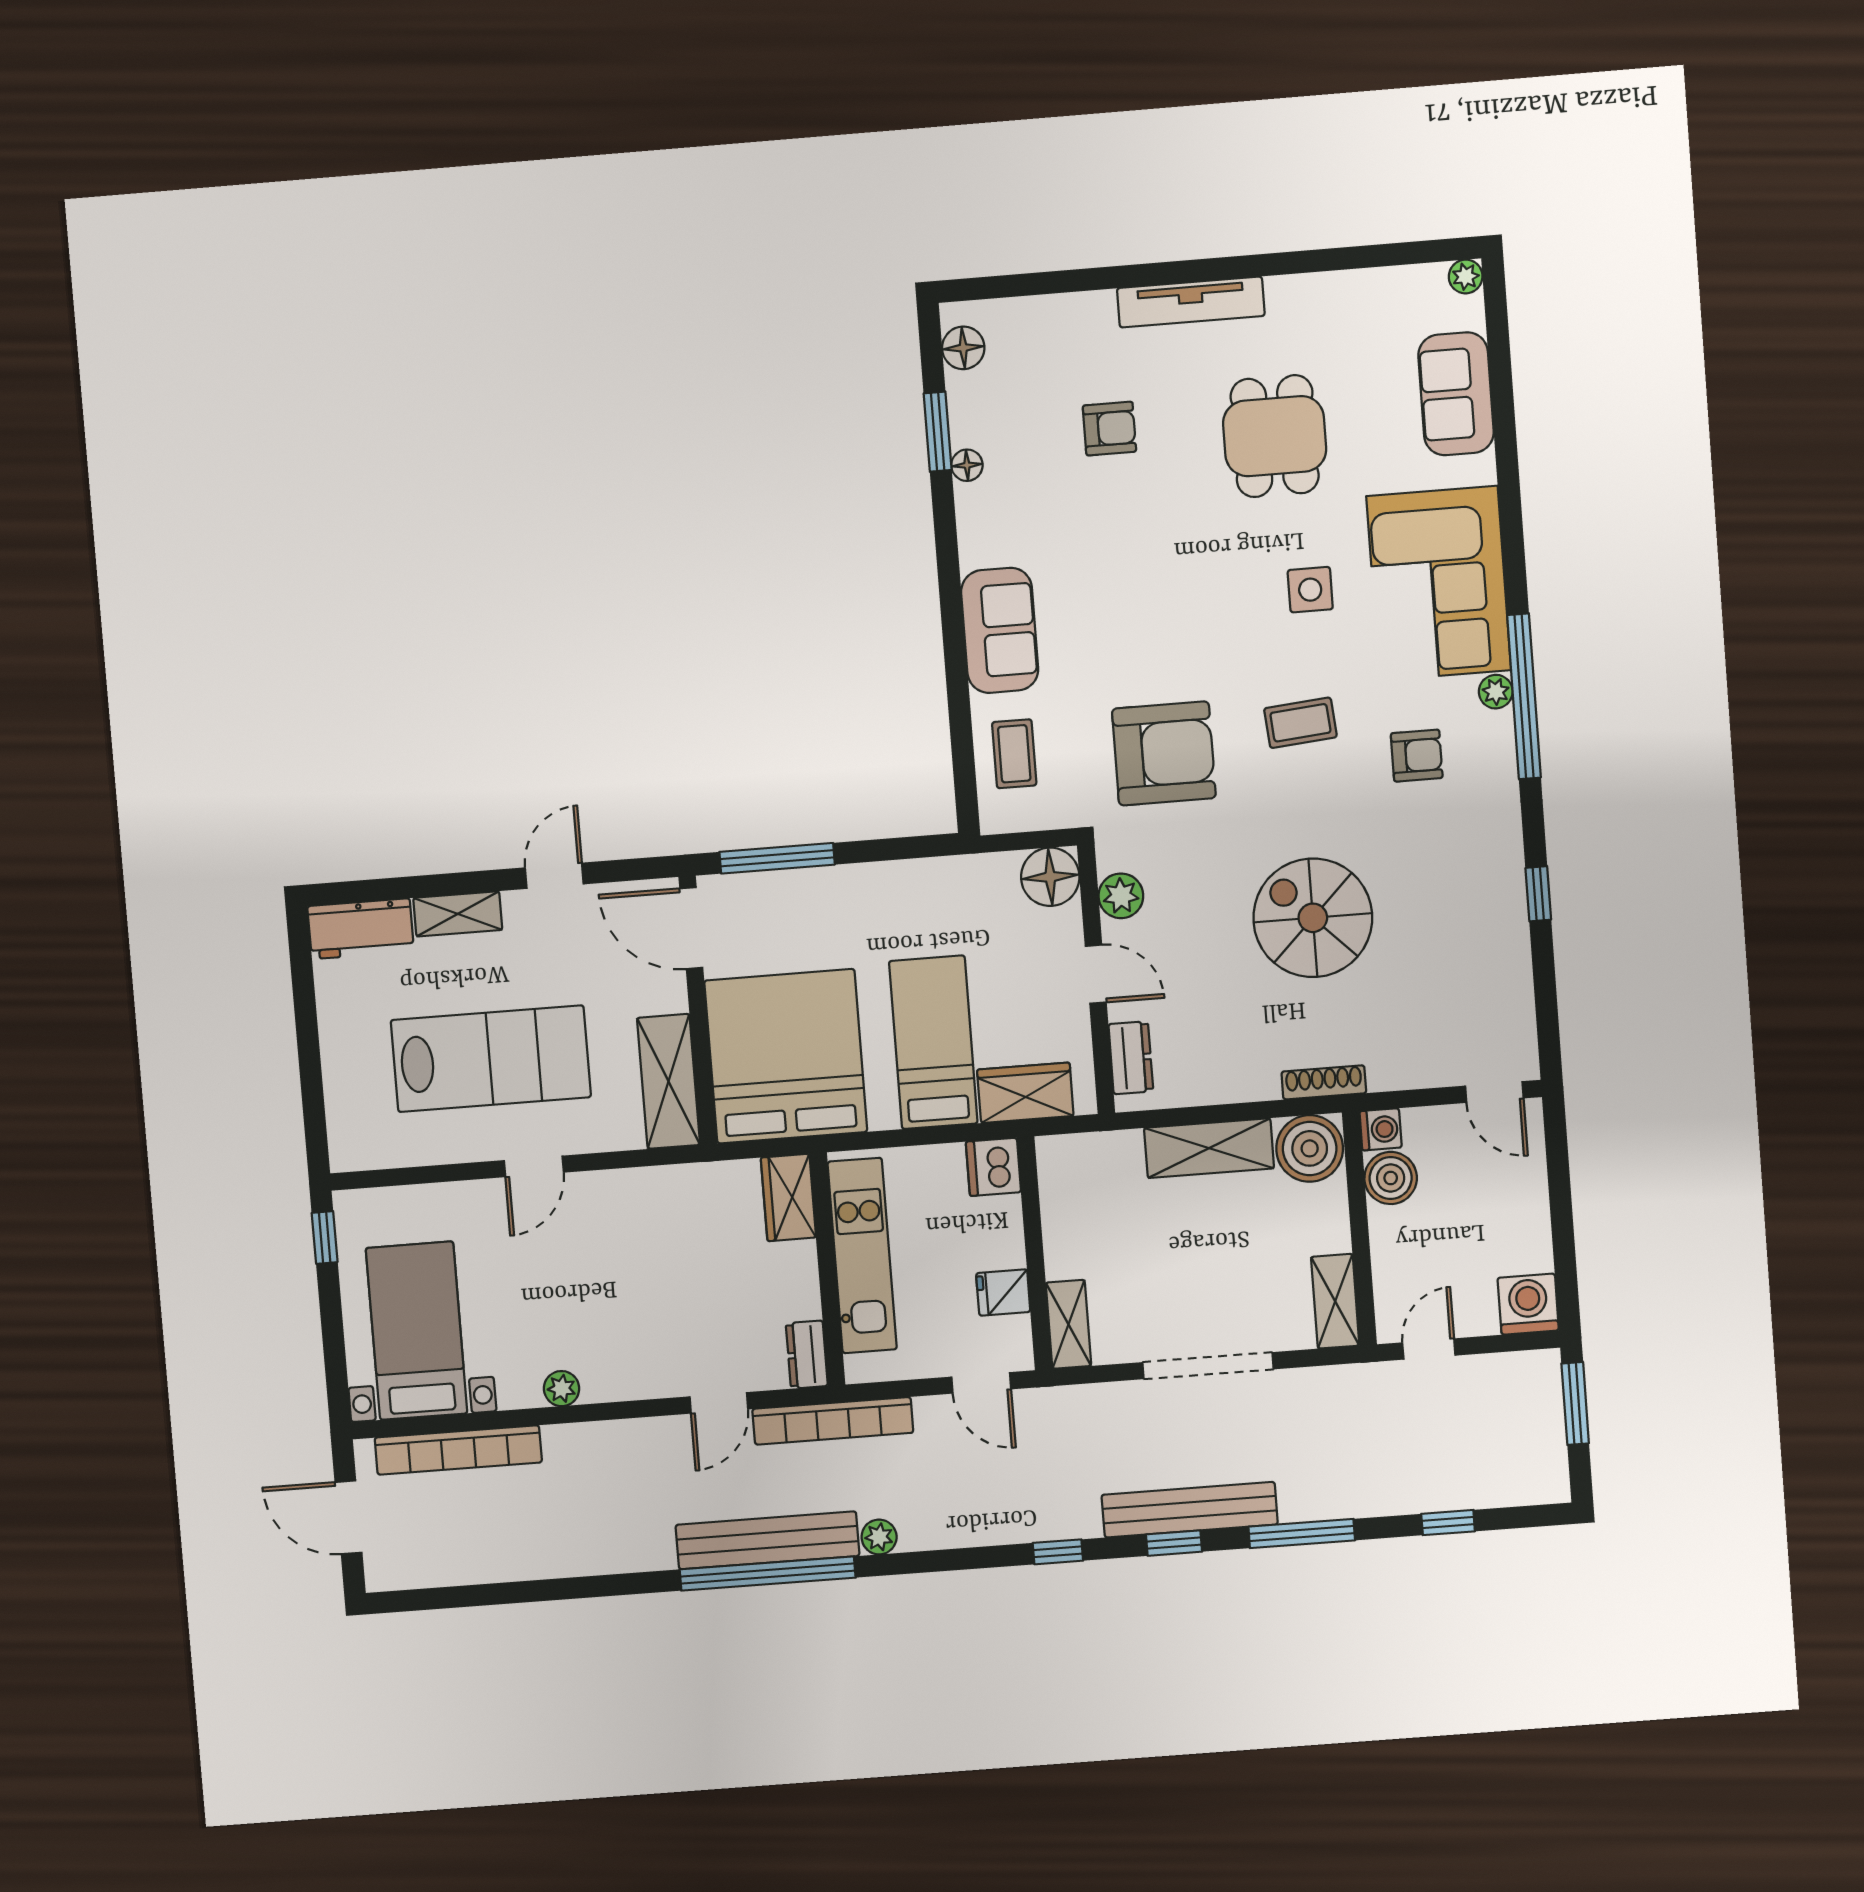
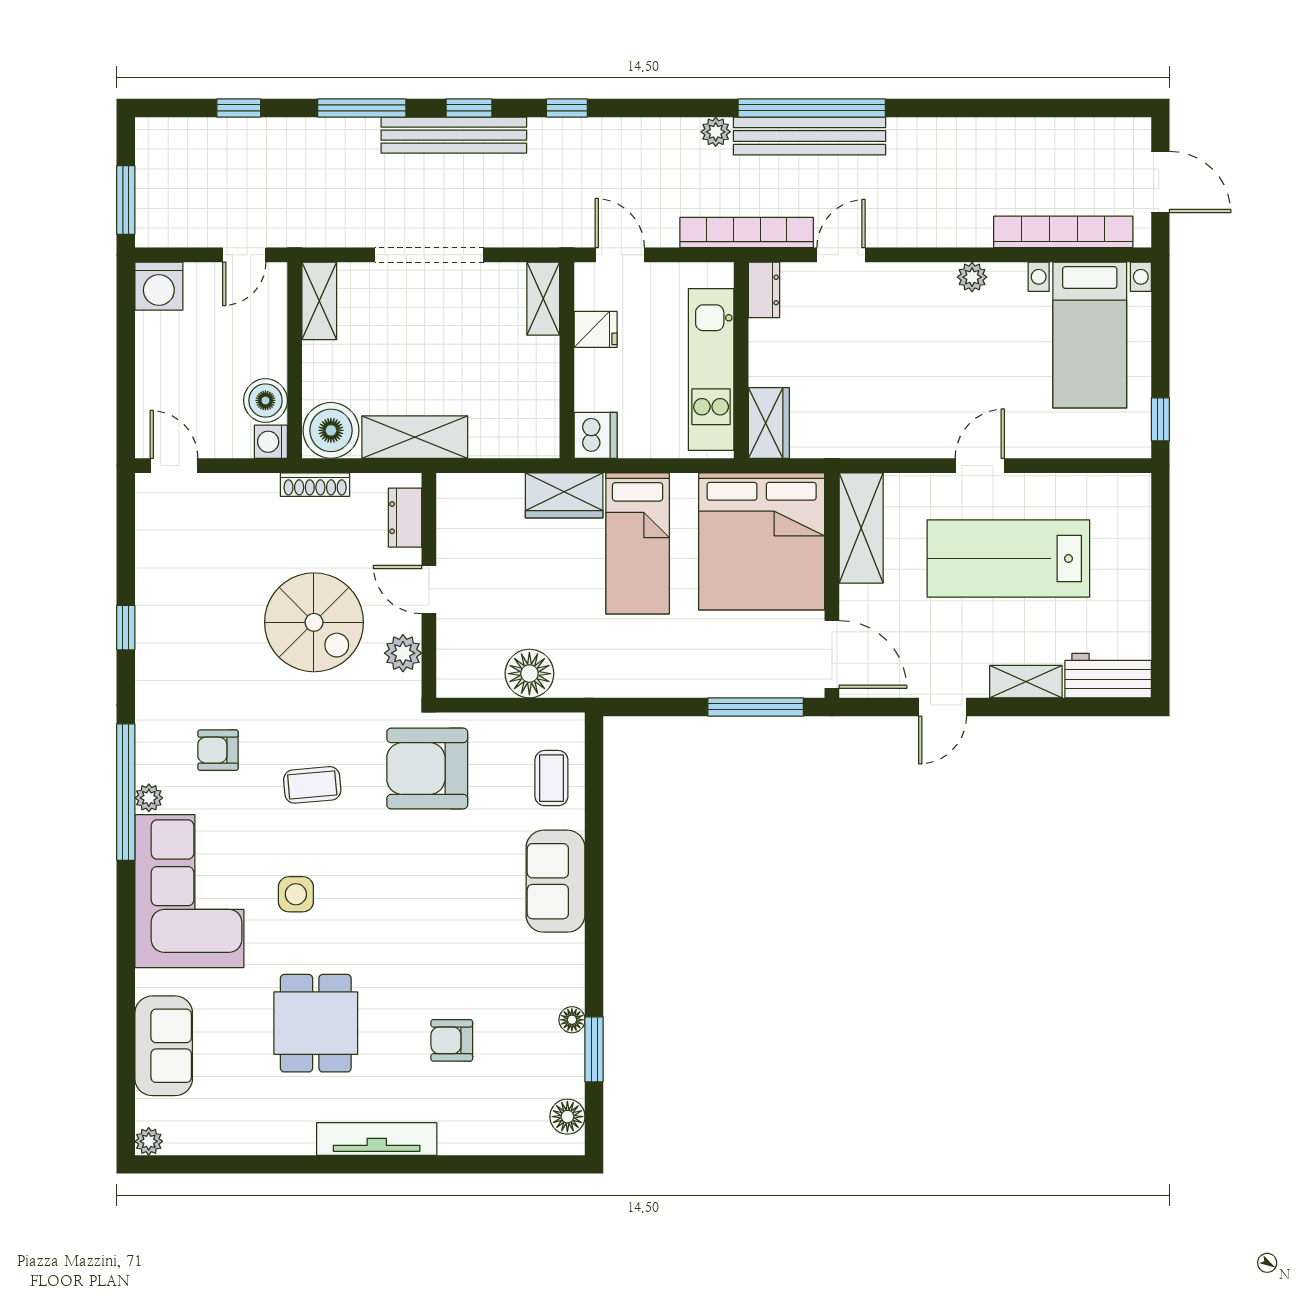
plant: (1121, 896) -> (403, 653), moved
door: (1096, 974) -> (429, 590), moved
wall: (1096, 979) -> (429, 585), moved
dresser: (1131, 1058) -> (405, 518), moved

